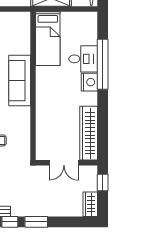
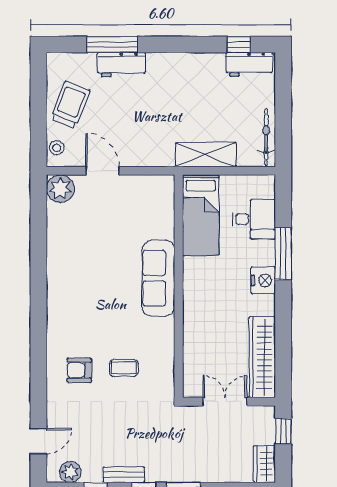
desk: (83, 59) -> (254, 219), moved
window: (103, 64) -> (283, 254), width x0.68
double door: (64, 163) -> (225, 402), swing flipped

